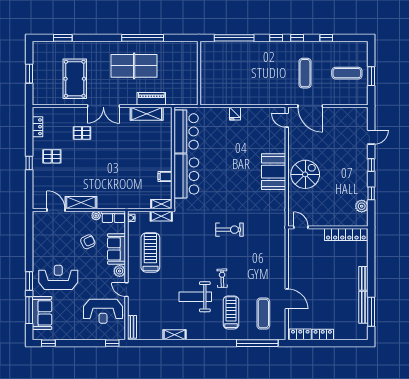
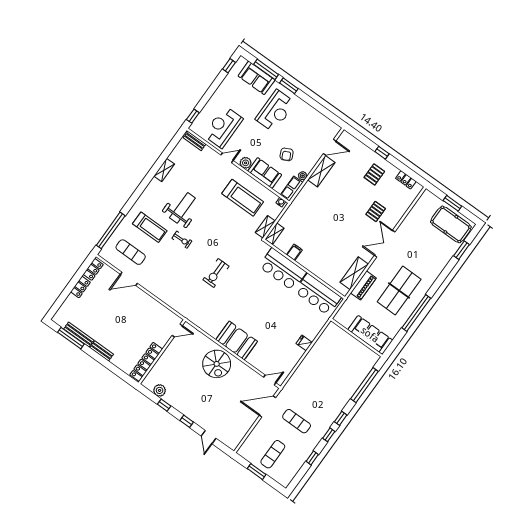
sofa: (189, 63) -> (370, 335), added
pool table: (75, 79) -> (451, 224), moved

